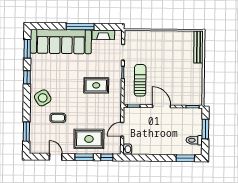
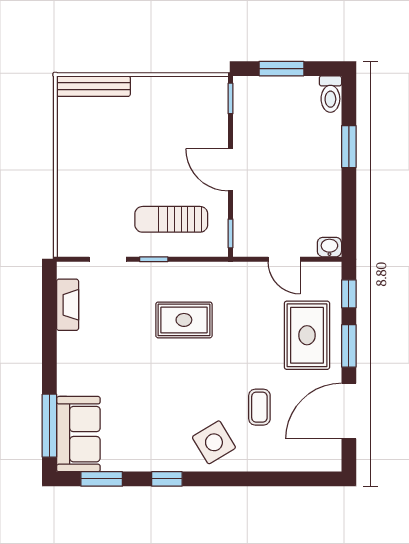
window: (80, 27) -> (49, 426), moved
sofa: (61, 42) -> (78, 434), width x0.54, depth x0.79
rug: (96, 85) -> (184, 320), turned 90
door: (161, 106) -> (230, 170), hinge flipped
window: (26, 132) -> (292, 479), removed
toilet: (194, 140) -> (330, 94), moved
door: (56, 157) -> (349, 411), width x1.87
window: (185, 158) -> (349, 147), moved

